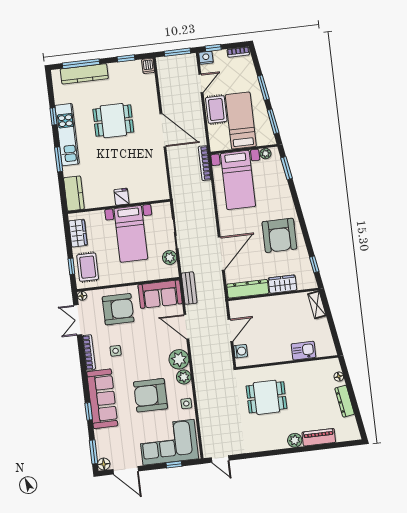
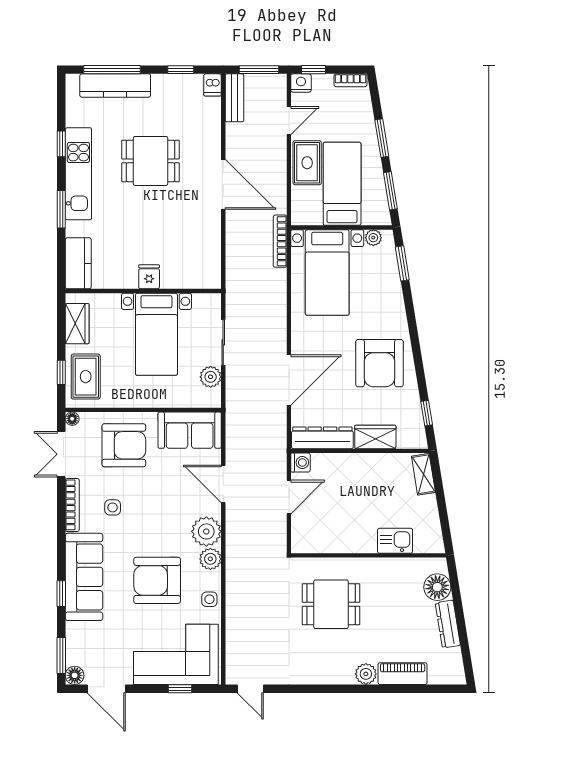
bench: (189, 288) -> (234, 98), moved
washing machine: (241, 351) -> (300, 463), moved
floor lamp: (339, 377) -> (437, 587), width x1.89, depth x1.89

